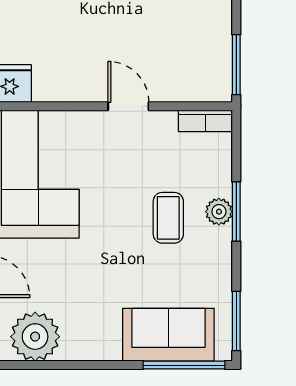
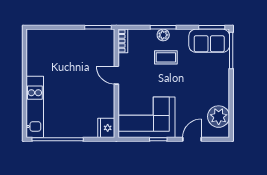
door: (128, 106) -> (116, 75), hinge flipped
sofa: (168, 335) -> (209, 41), moved, turned -90

